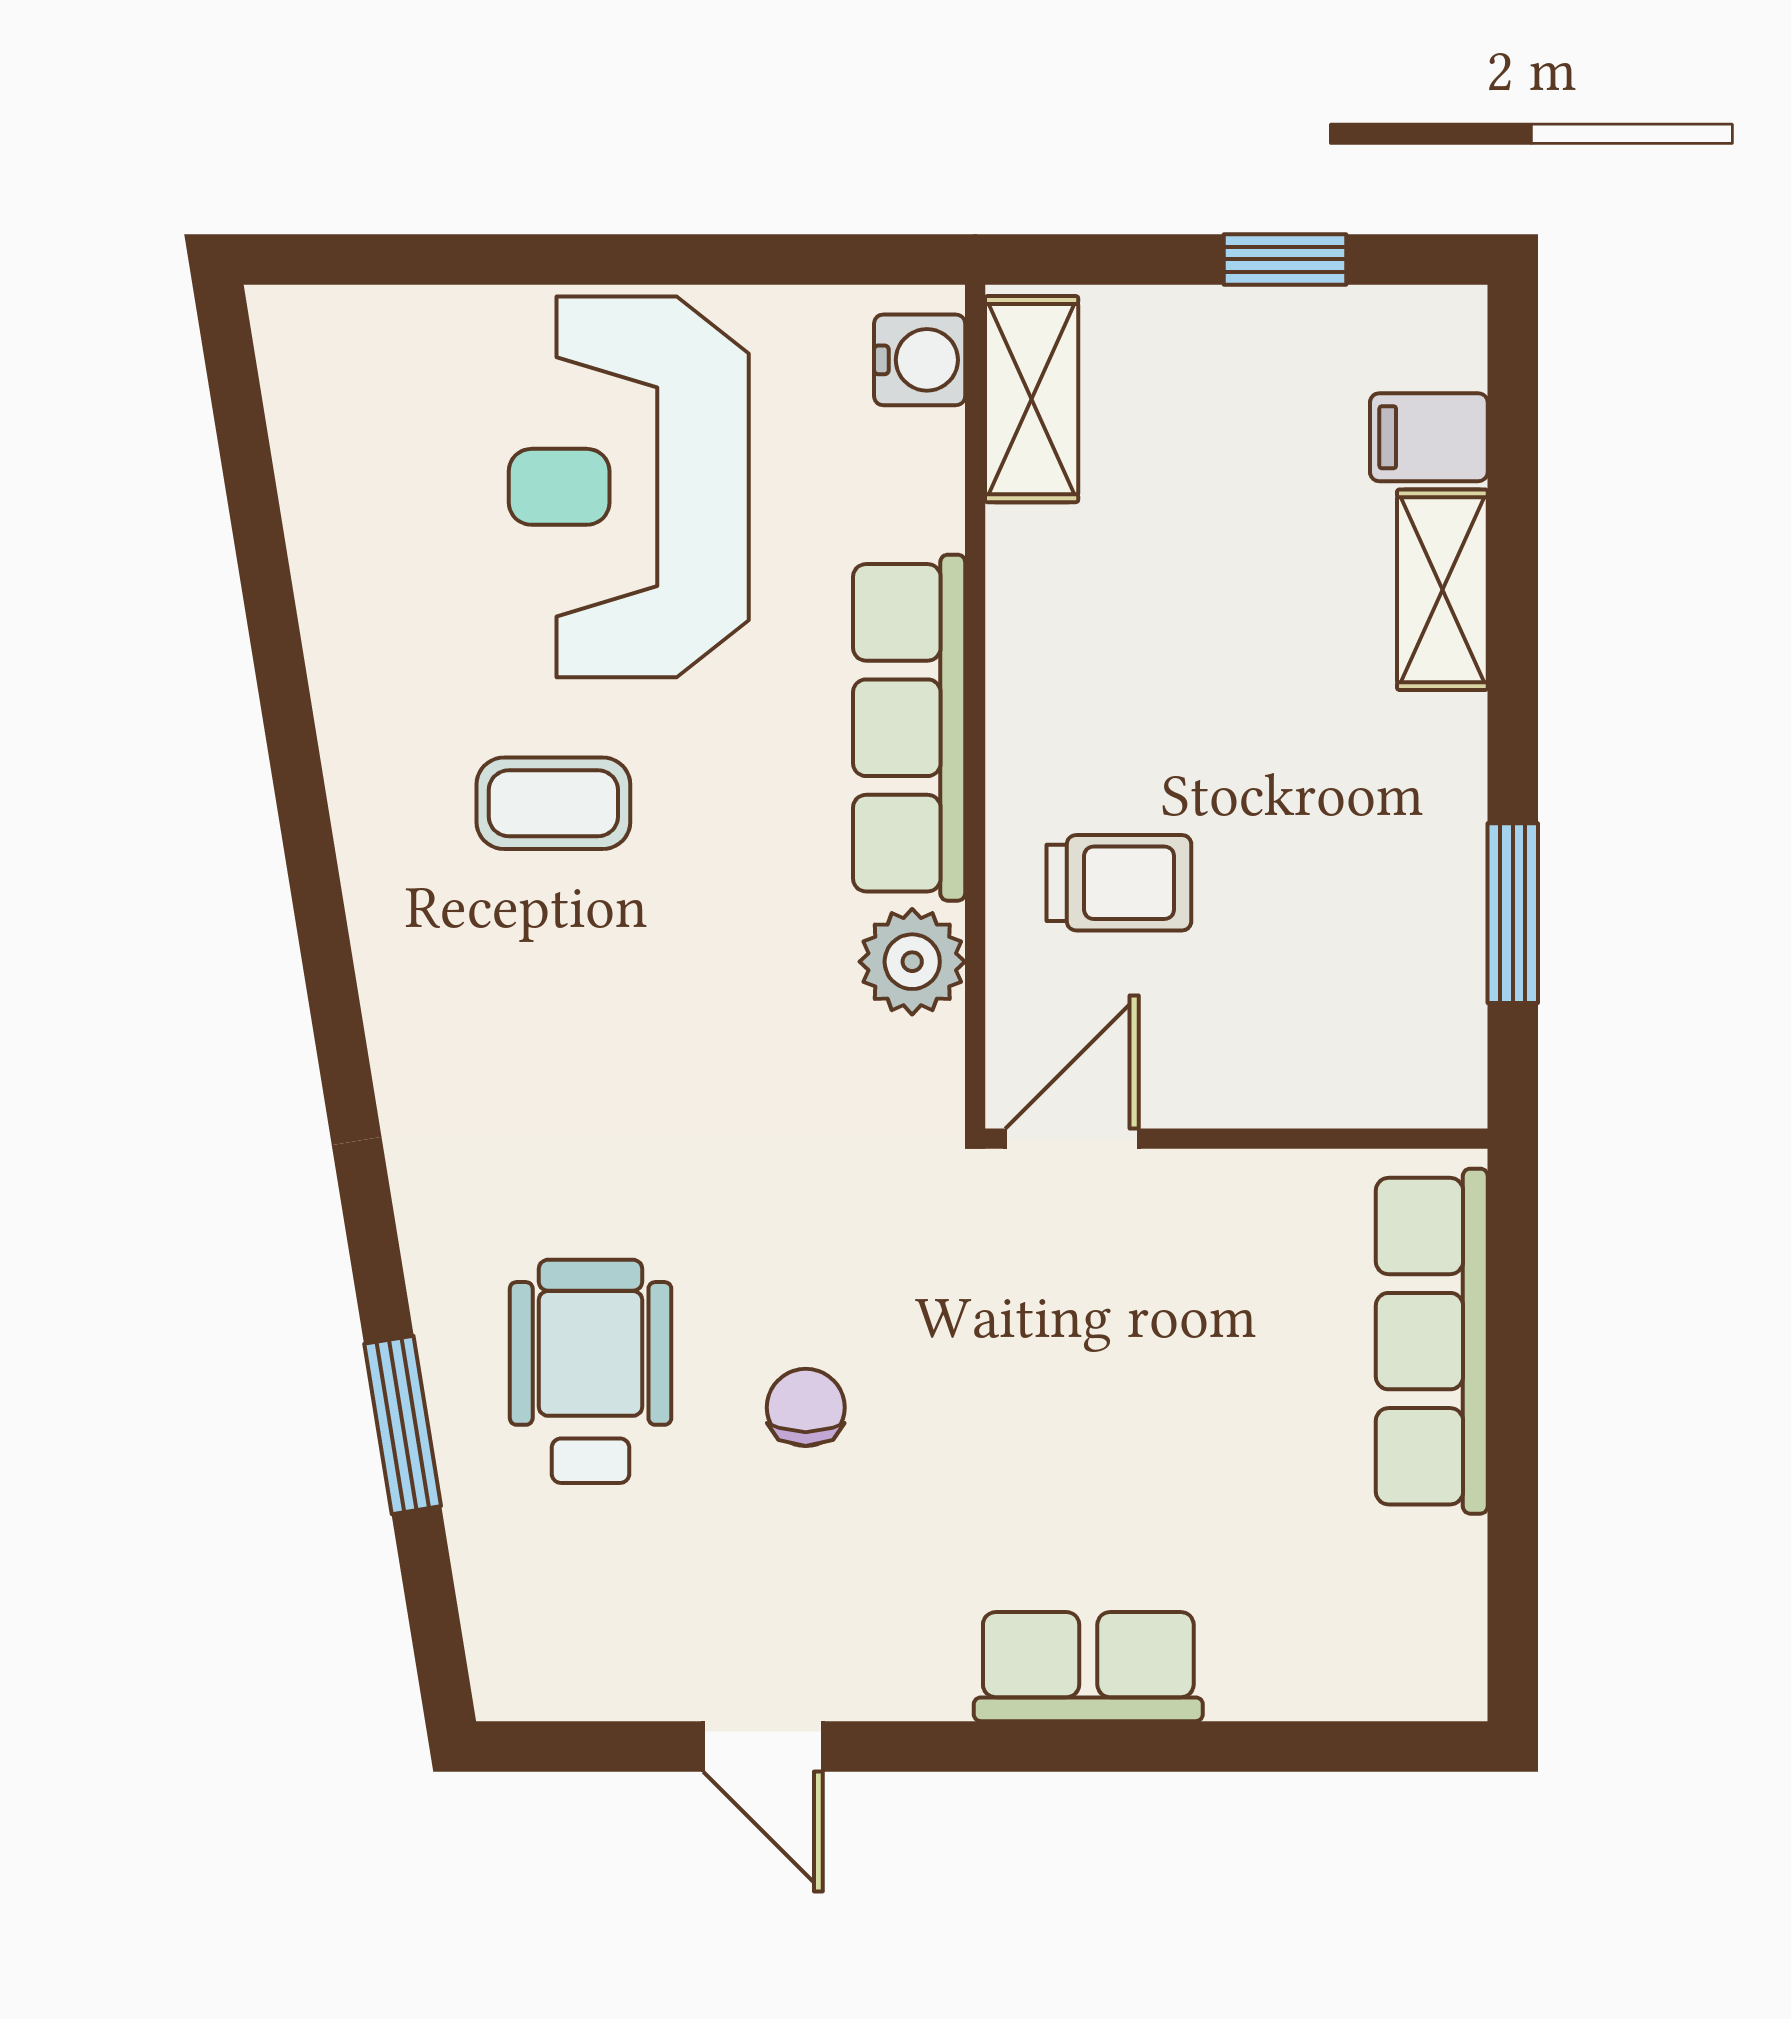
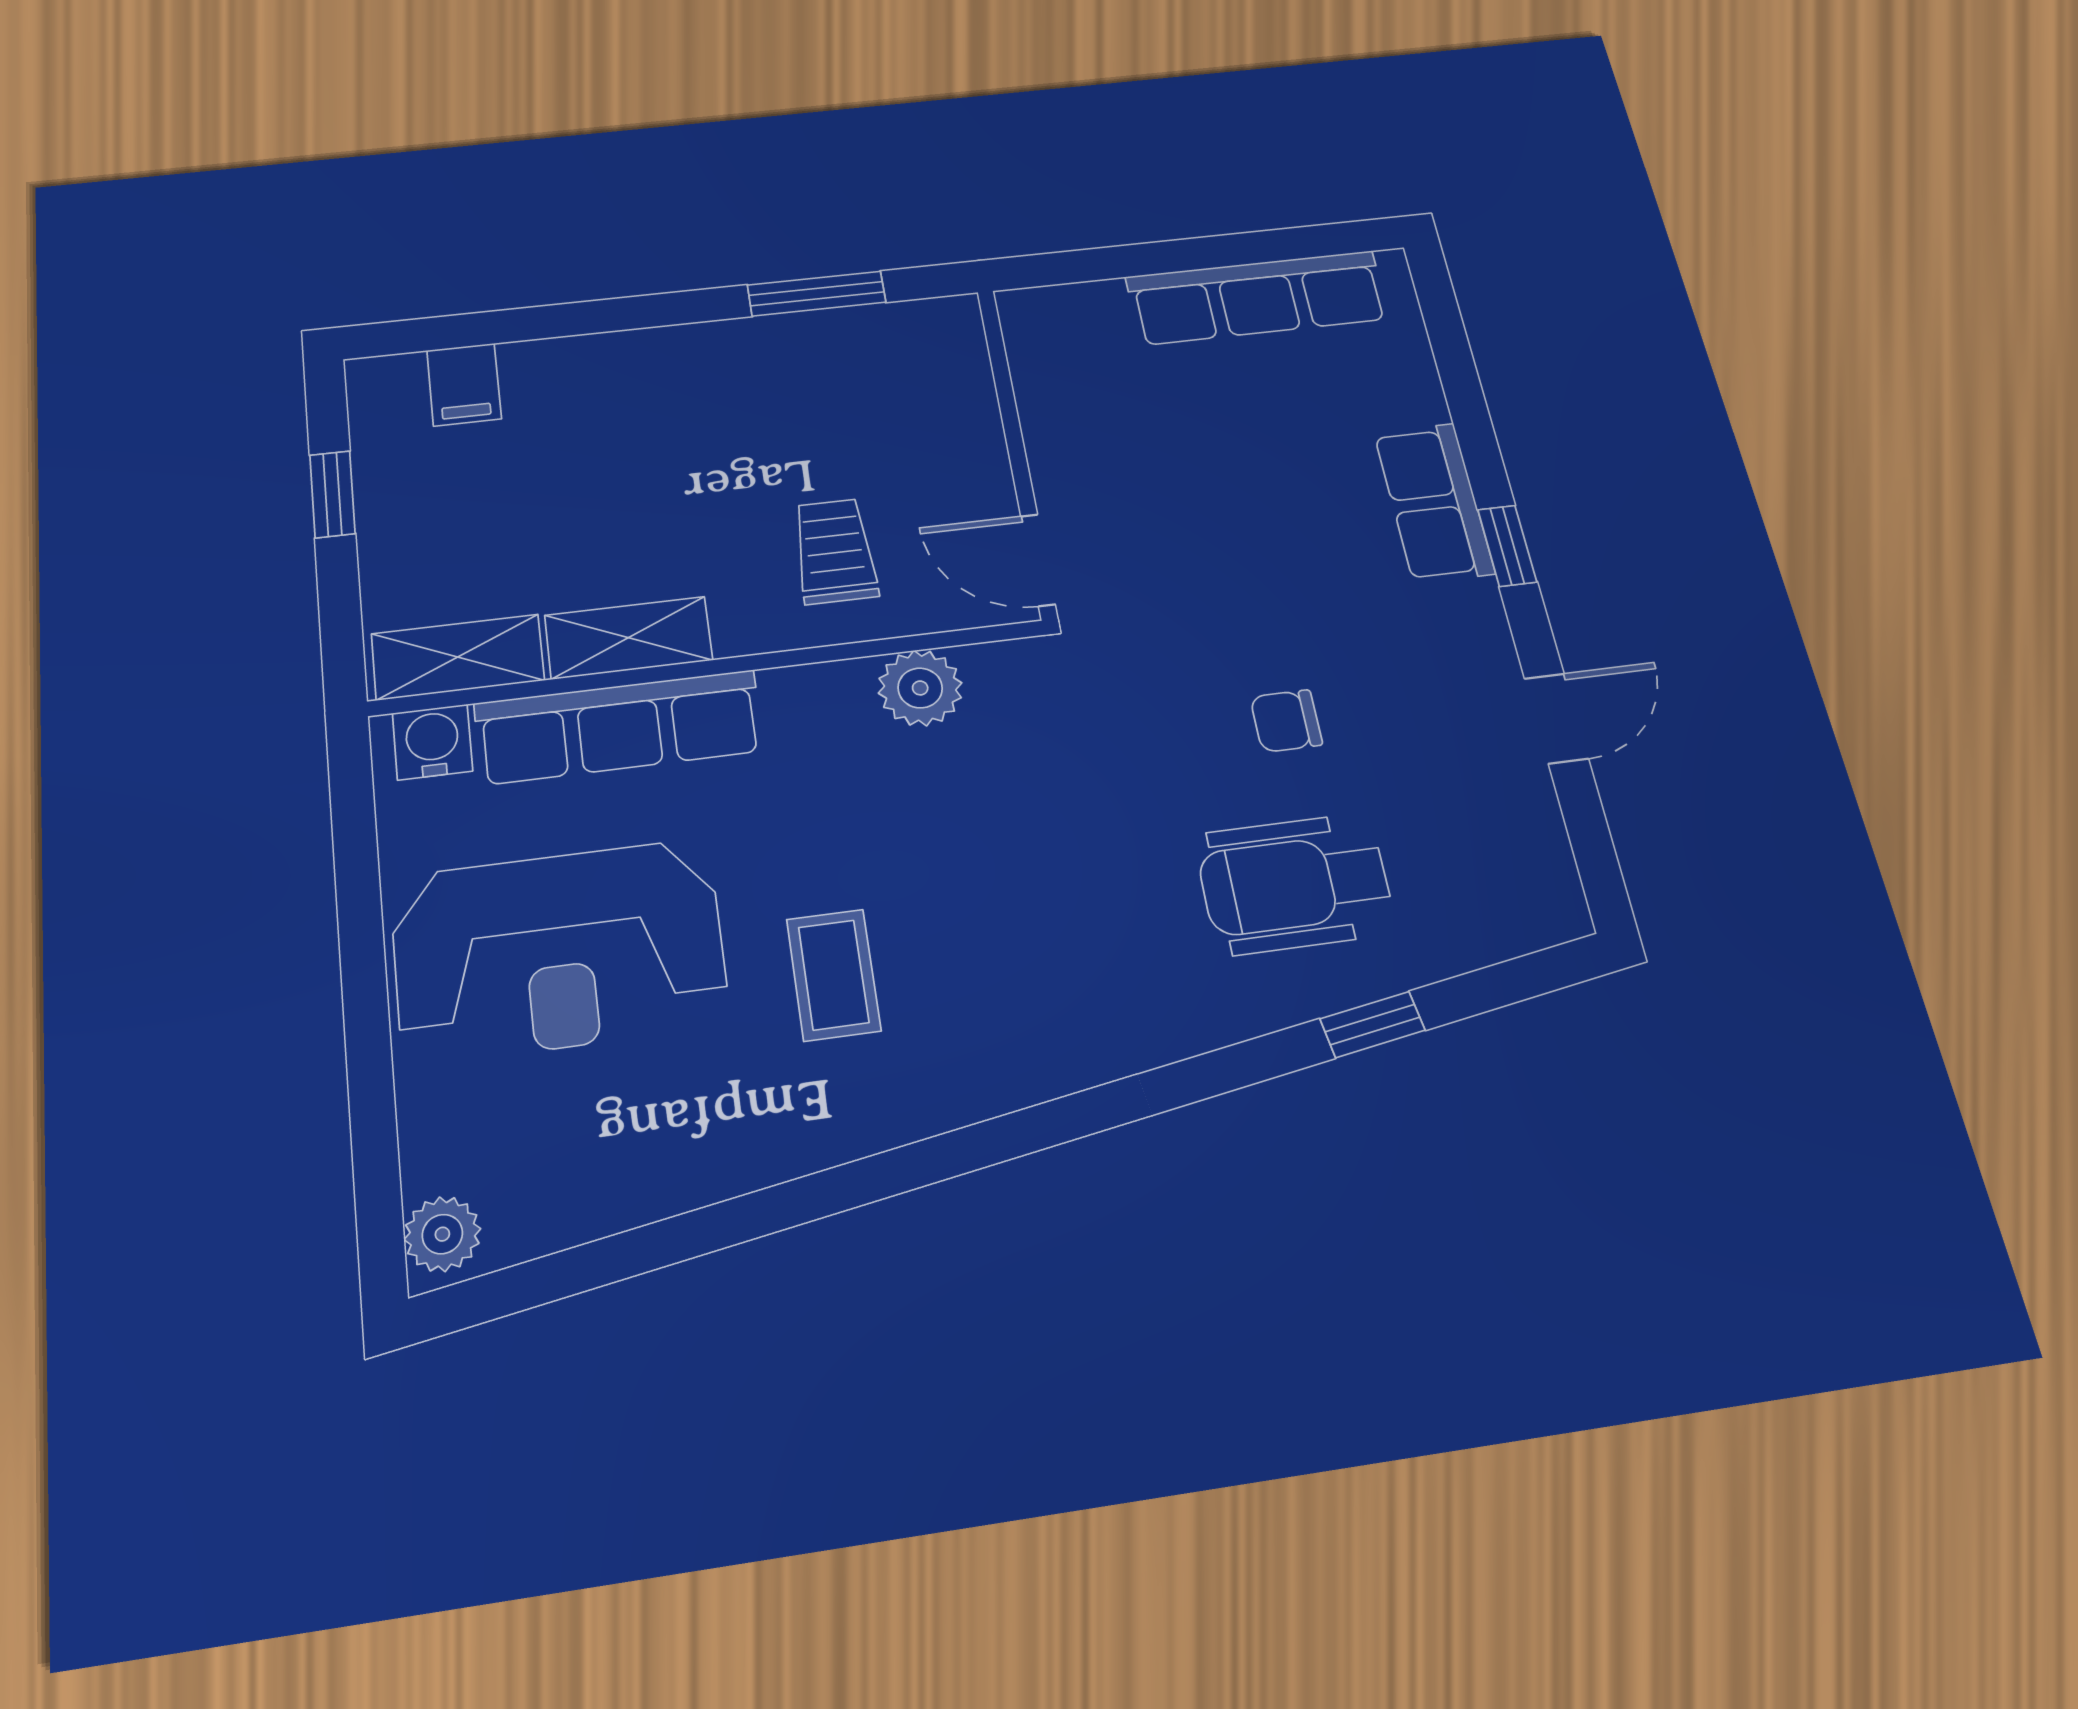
plant: (310, 327) -> (442, 1234), added
shelving: (1442, 590) -> (628, 638), moved
row of seats: (909, 728) -> (619, 727), moved
row of seats: (1432, 1341) -> (1258, 298), moved
window: (403, 1425) -> (1373, 1024), width x0.67
window: (1013, 1746) -> (1507, 546), added

